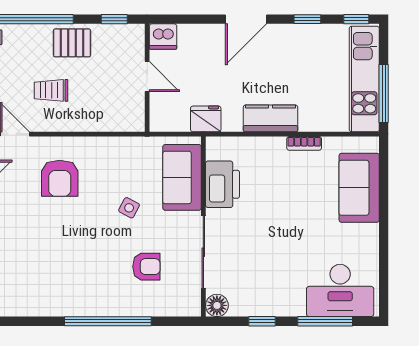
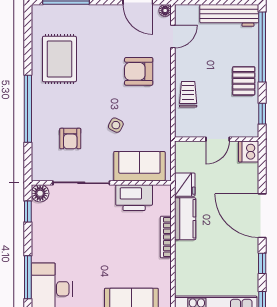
door: (246, 19) -> (262, 216), width x1.36
trolley: (51, 90) -> (188, 94), moved
kitchen counter: (271, 118) -> (185, 219), moved
bookcase: (304, 143) -> (166, 237), moved, width x1.56
rug: (44, 281) -> (59, 59), added
window: (262, 321) -> (28, 212), moved

